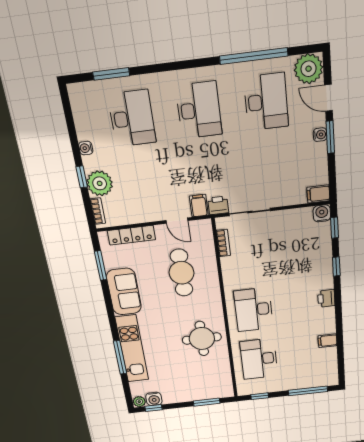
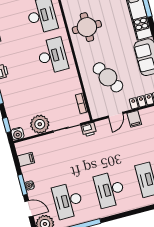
filing cabinet: (318, 194) -> (26, 159), moved
filing cabinet: (199, 206) -> (134, 119), moved
door: (177, 221) -> (115, 115), swing flipped
plant: (287, 222) -> (40, 124), added
cafe table: (182, 273) -> (108, 77), turned -30

